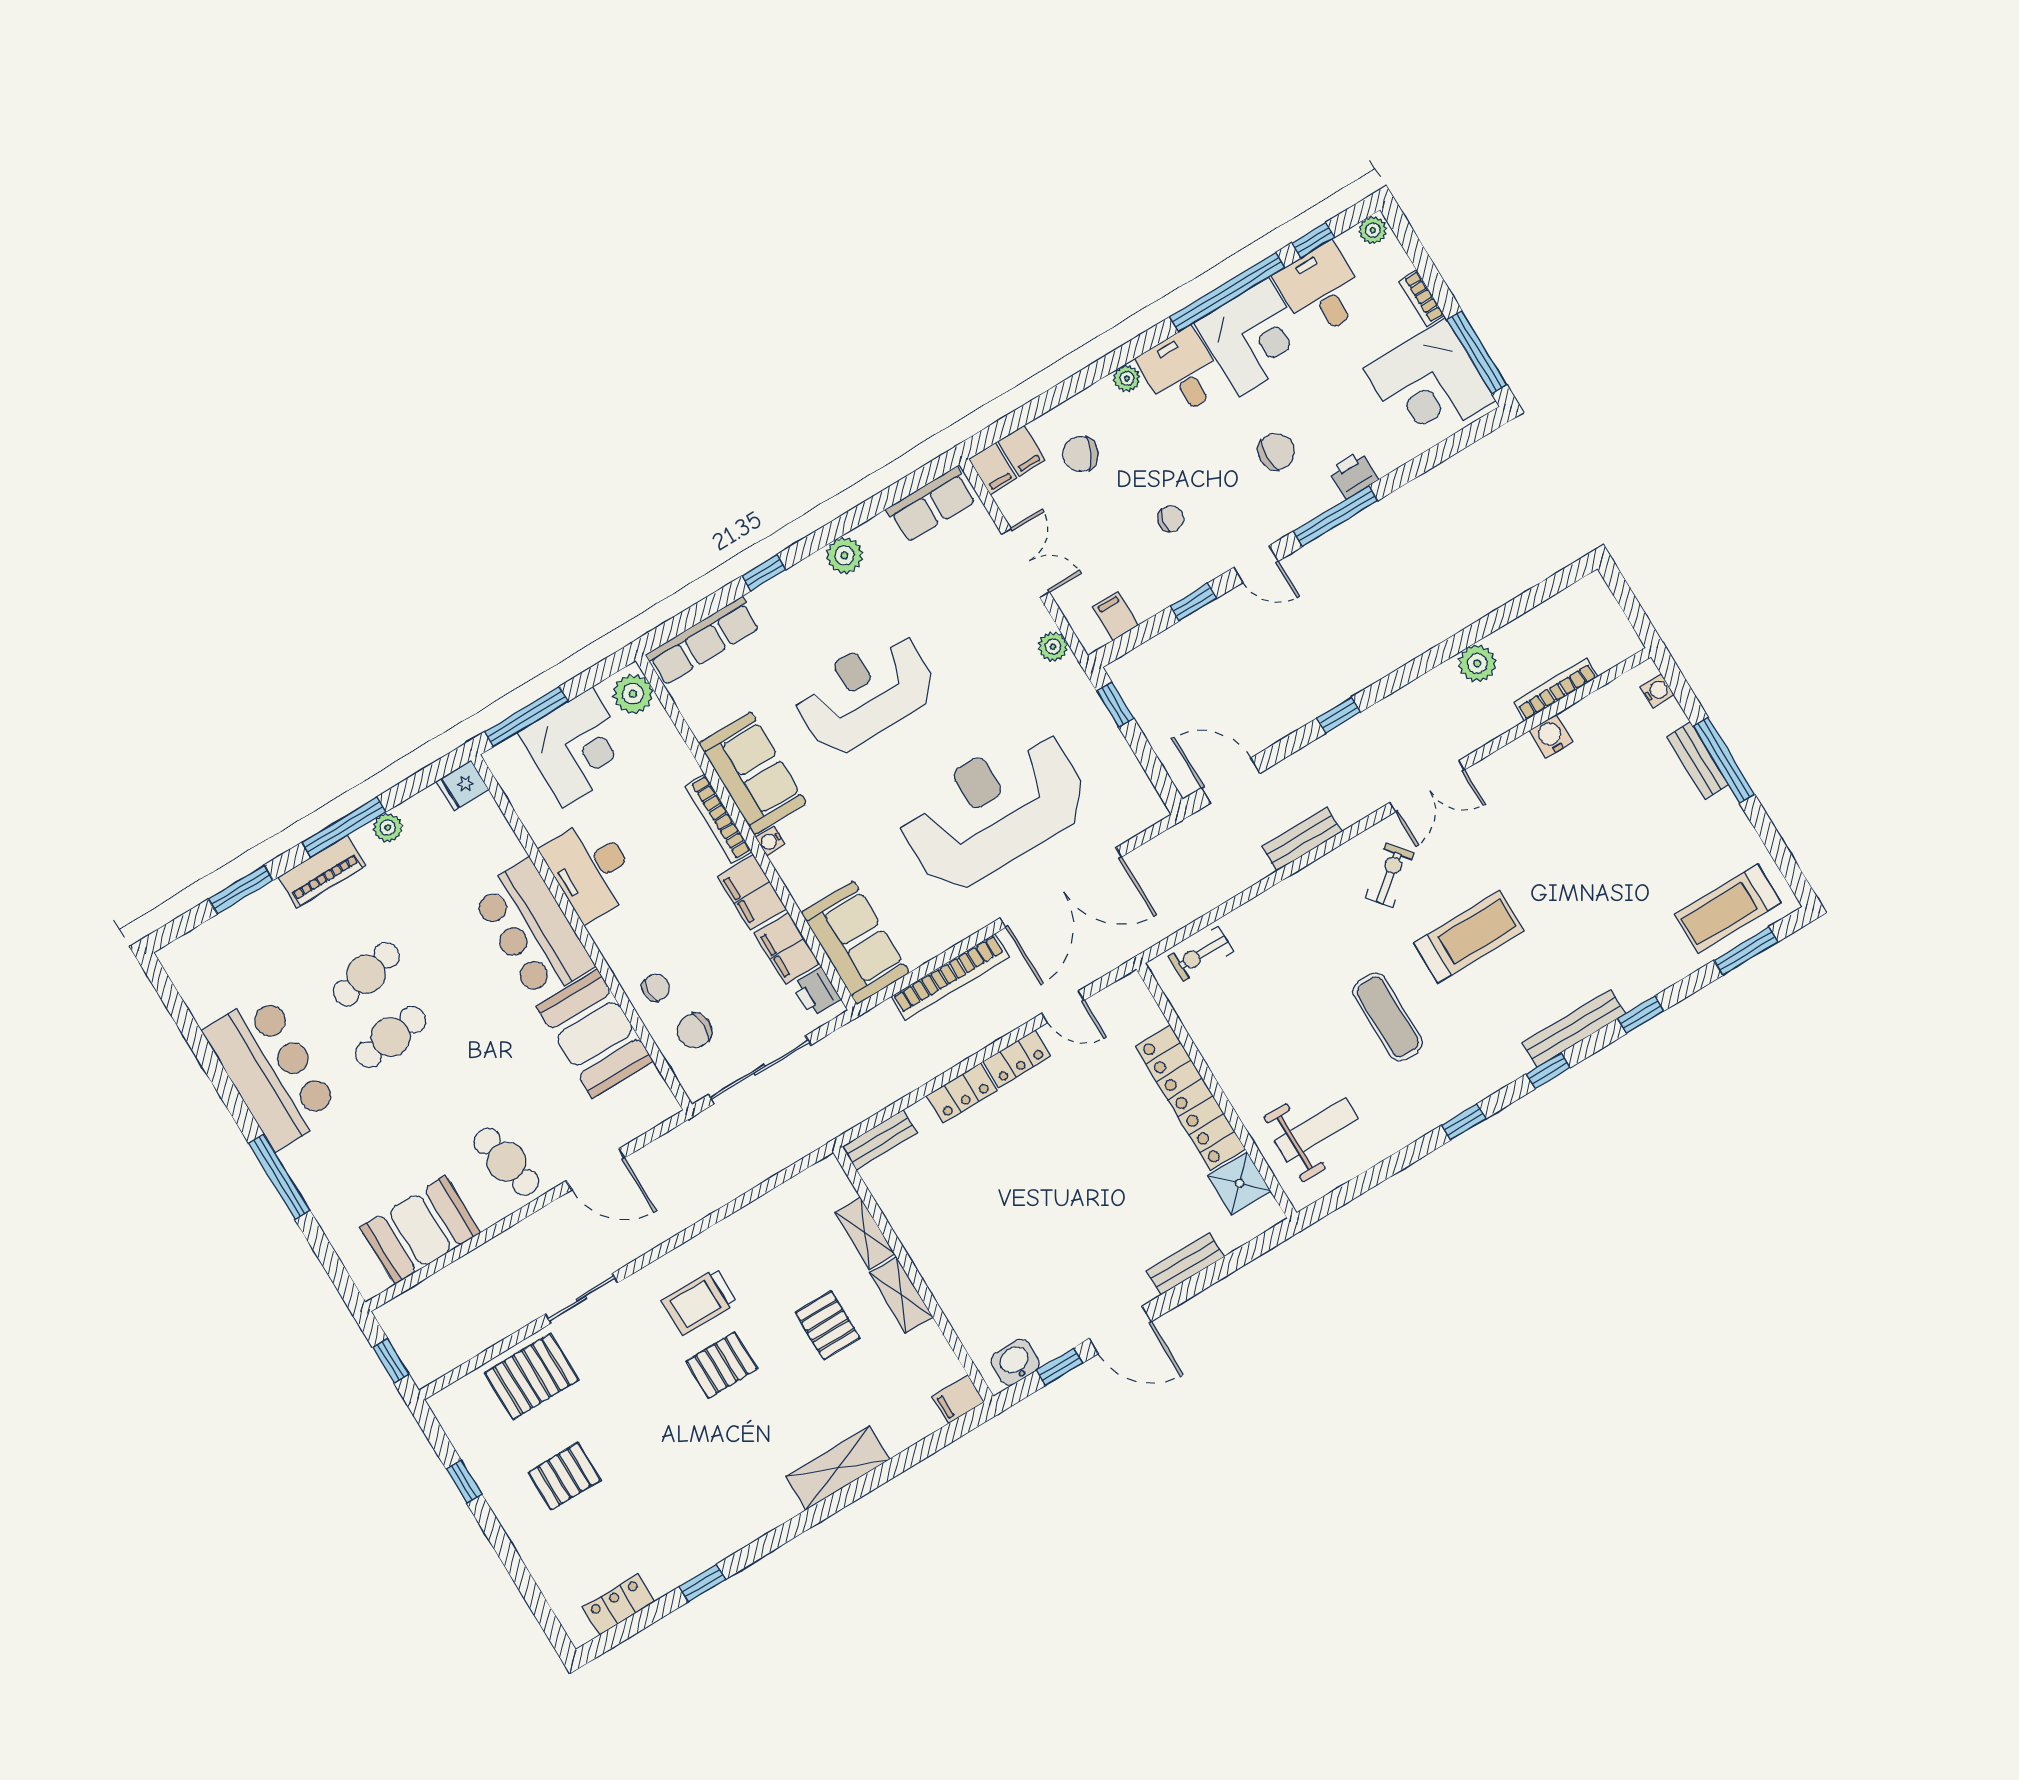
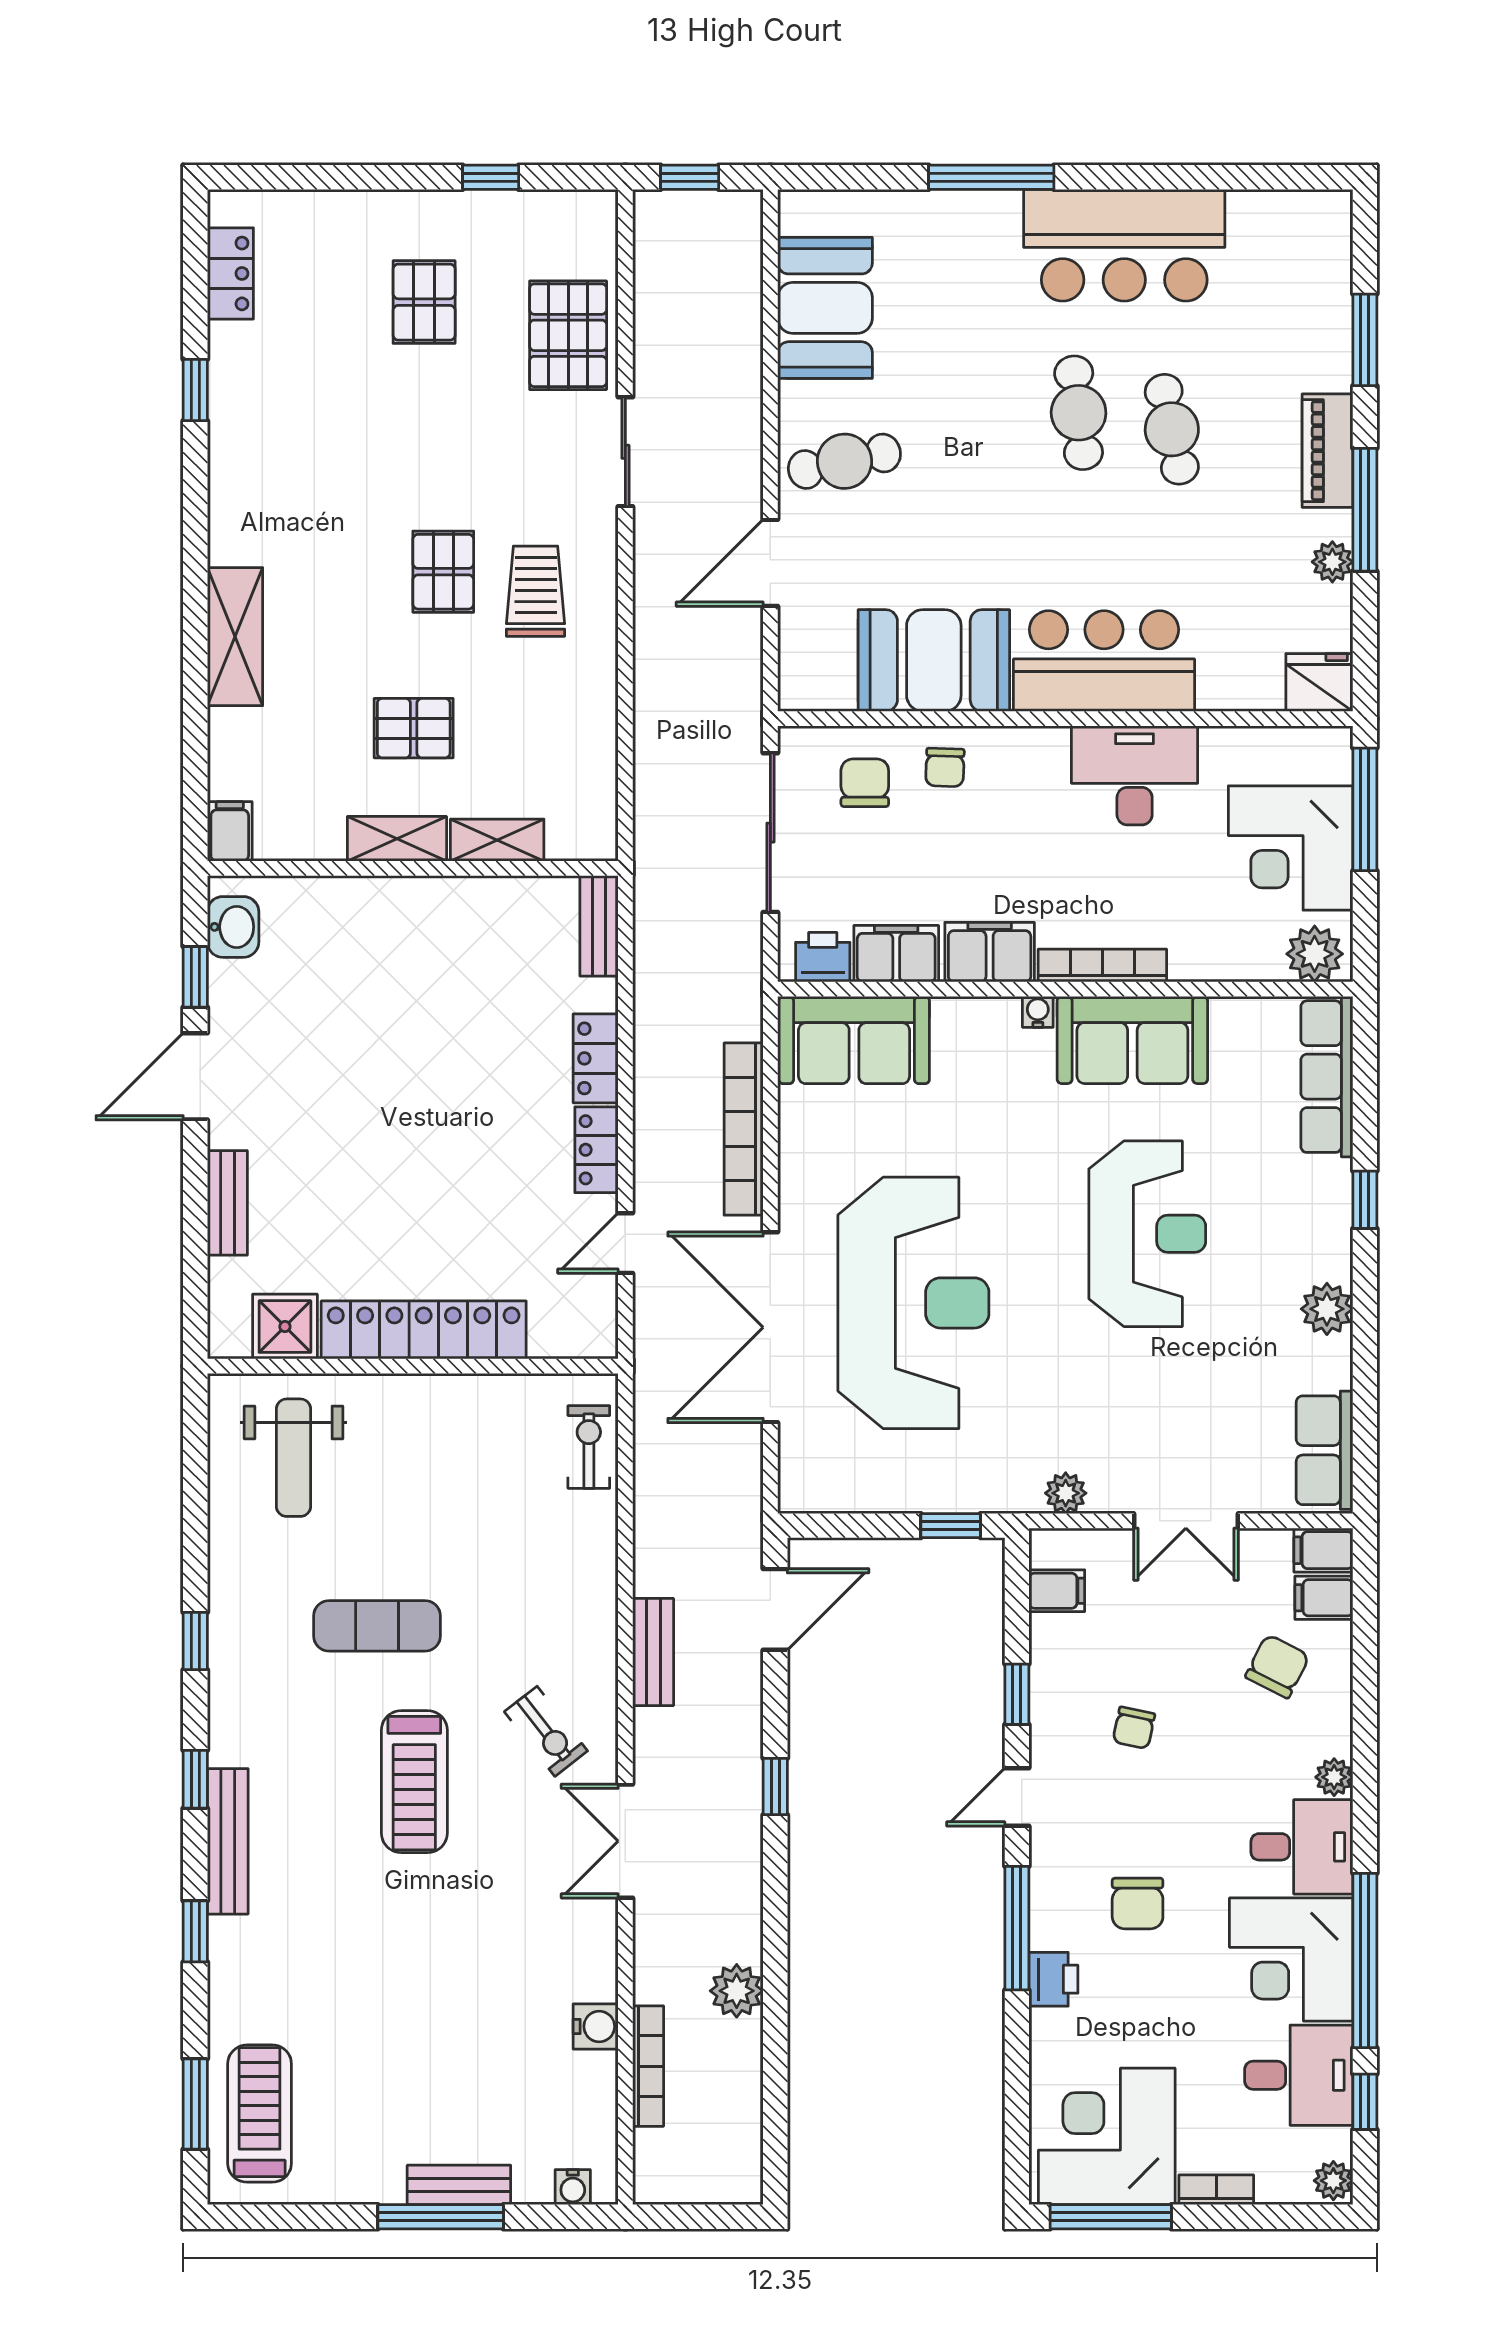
fridge: (463, 785) -> (1319, 682), width x1.38

